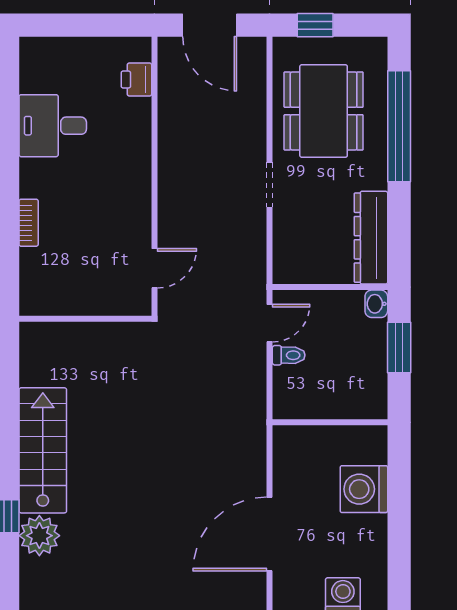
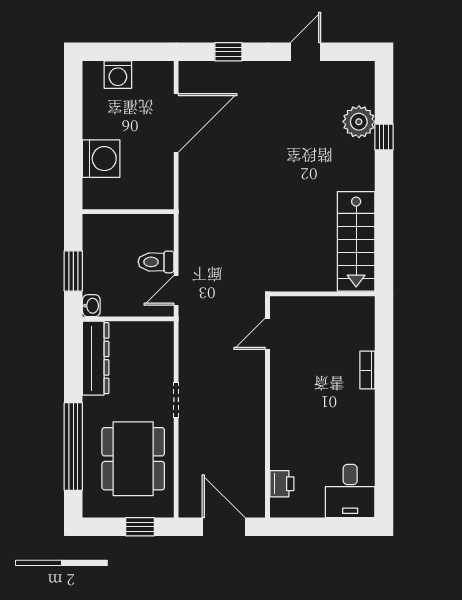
desk: (53, 126) -> (350, 491), moved, turned 90
toilet: (289, 355) -> (156, 262), width x1.37, depth x1.39
stairs: (43, 450) -> (356, 241), moved

